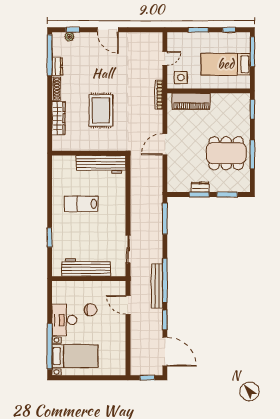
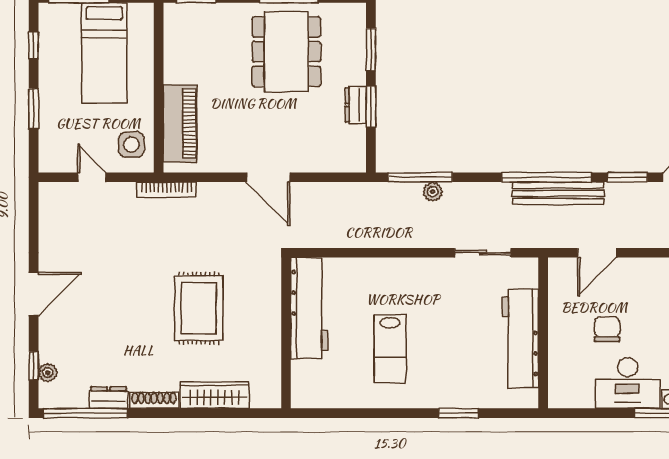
rug: (101, 110) -> (199, 308), turned 90
plant: (158, 225) -> (433, 192), added

